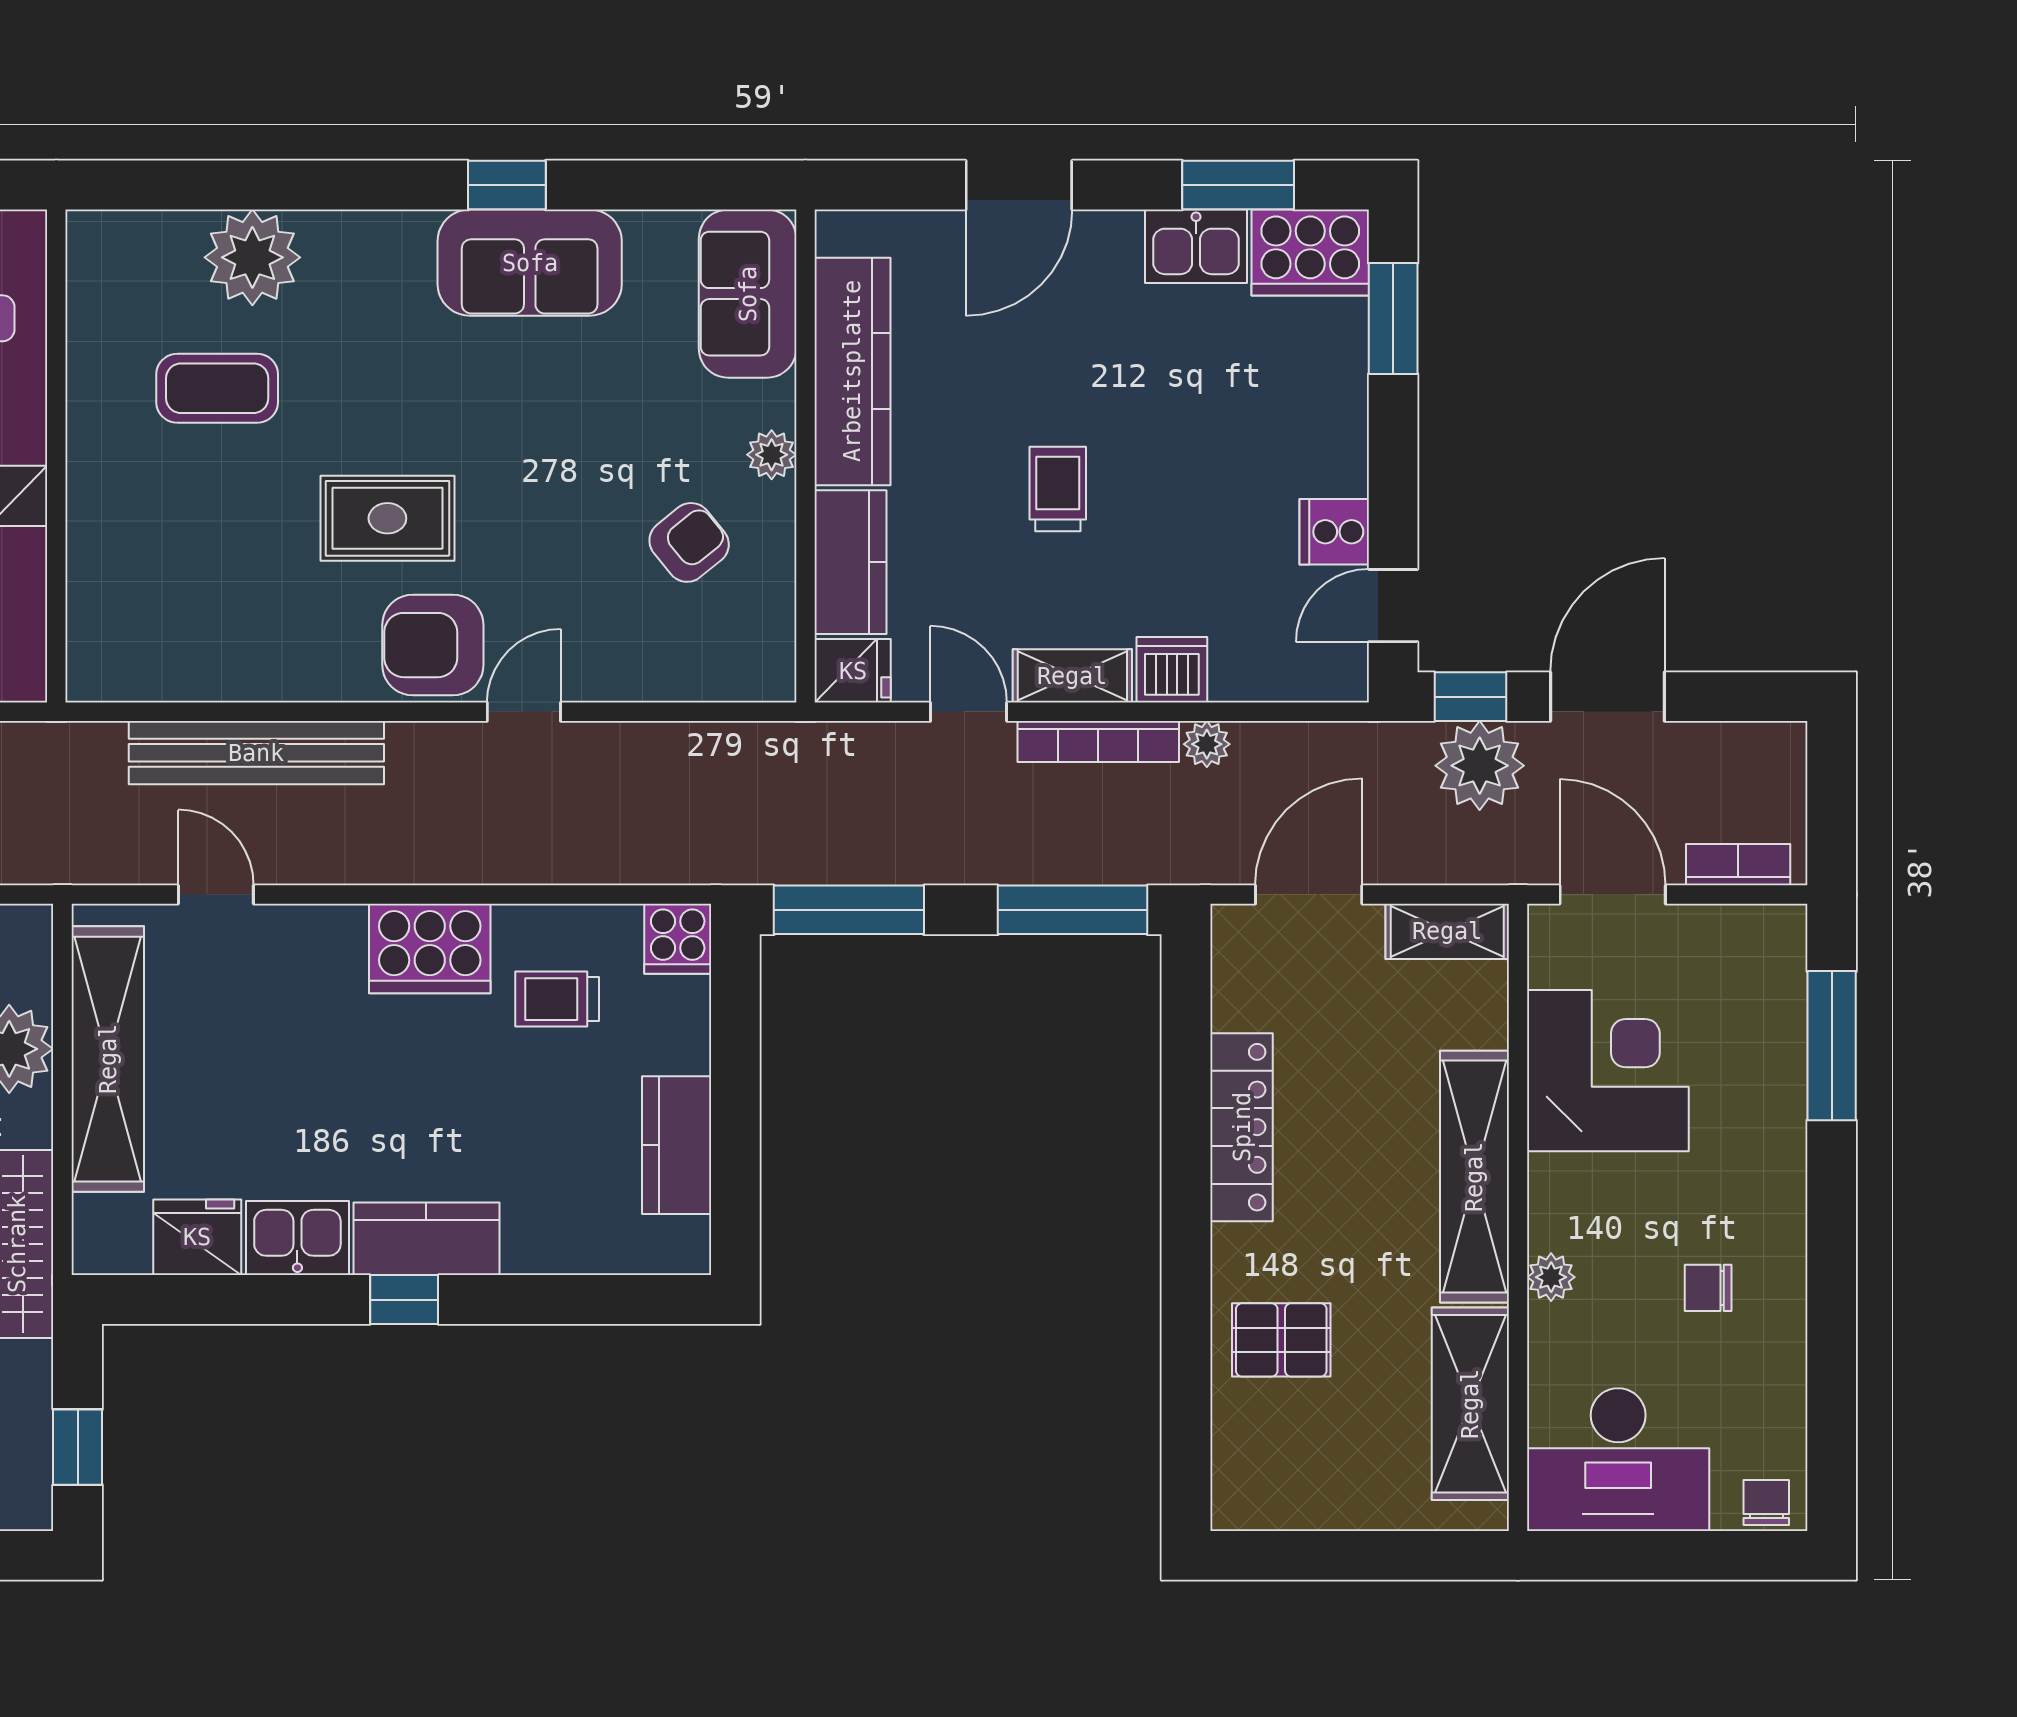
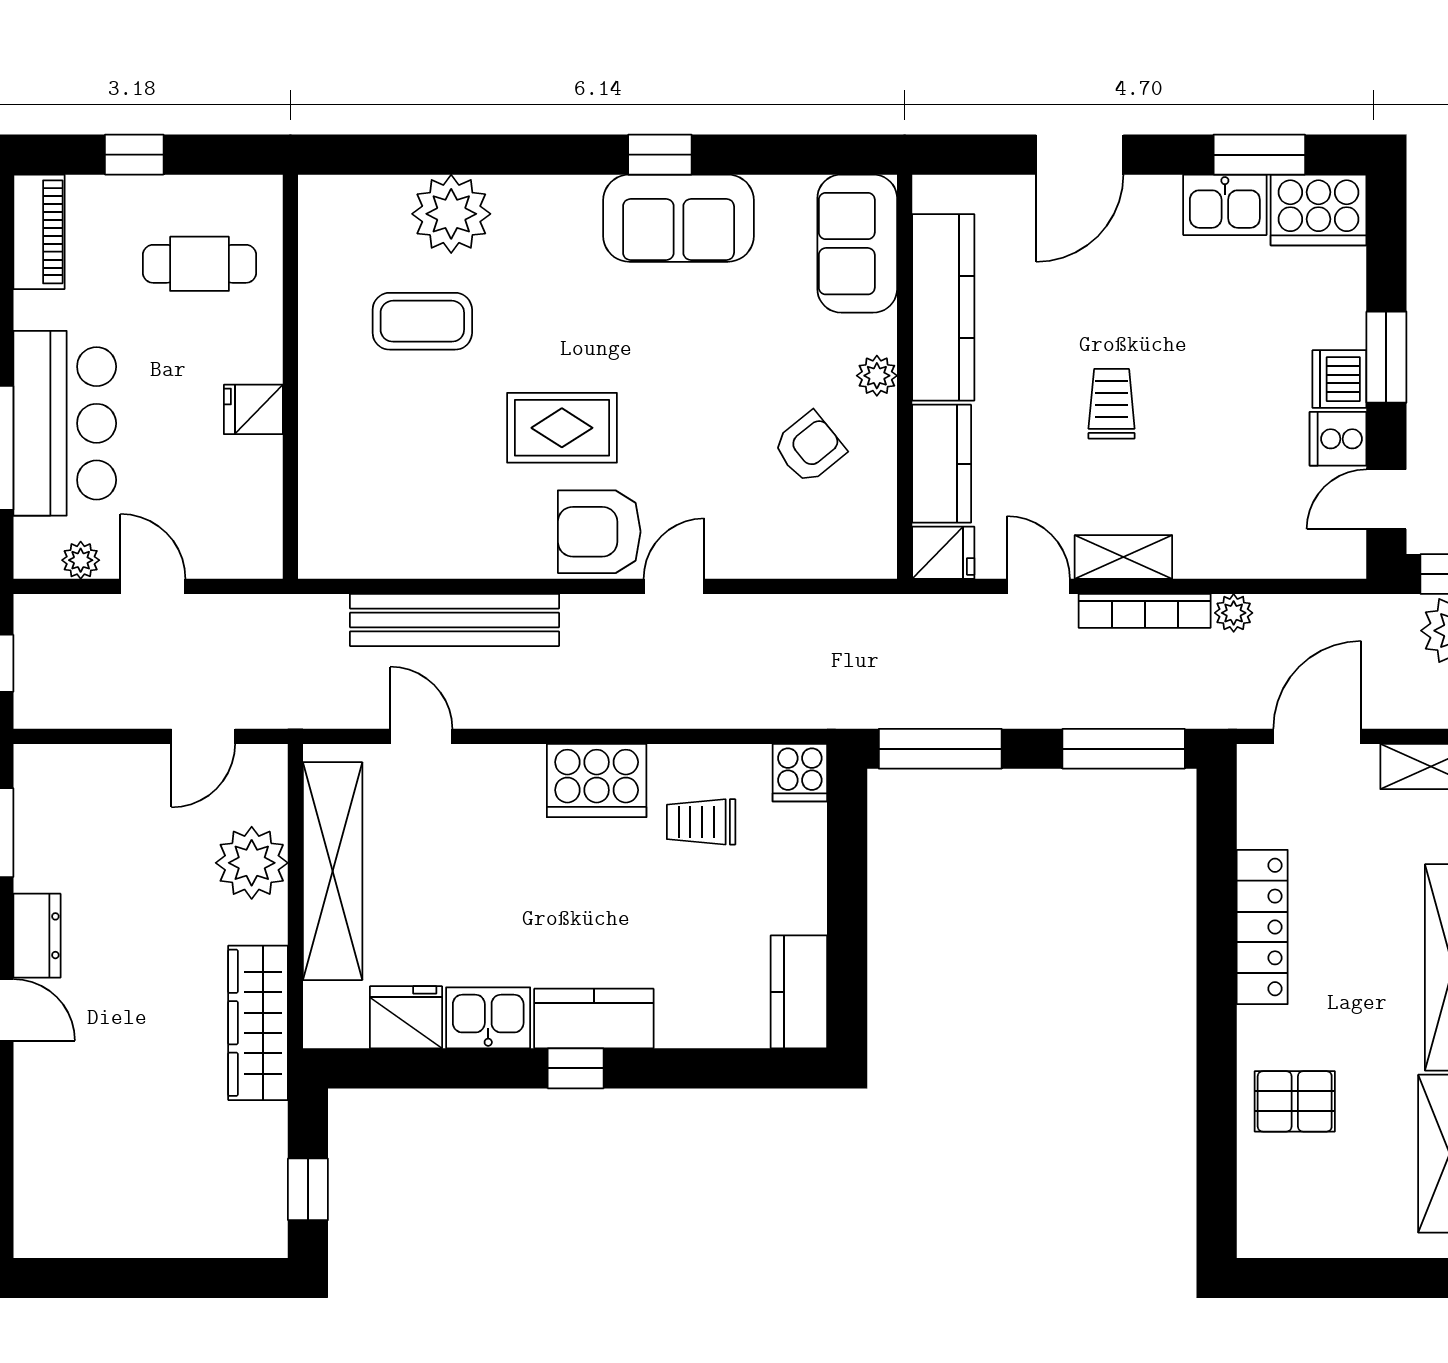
window: (1393, 318) -> (1386, 357), moved
dishwasher: (1172, 670) -> (1339, 379), moved, turned -90
kitchen counter: (677, 1145) -> (799, 992), moved

